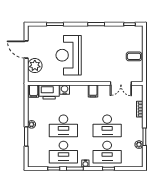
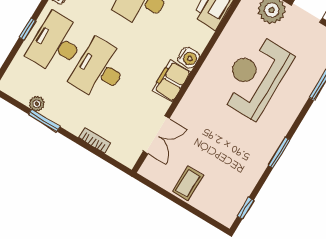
reception desk: (69, 55) -> (255, 77), turned -90
double door: (121, 83) -> (156, 135), swing flipped
water cooler: (65, 90) -> (189, 58), moved
filing cabinet: (93, 91) -> (171, 81), width x2.00

